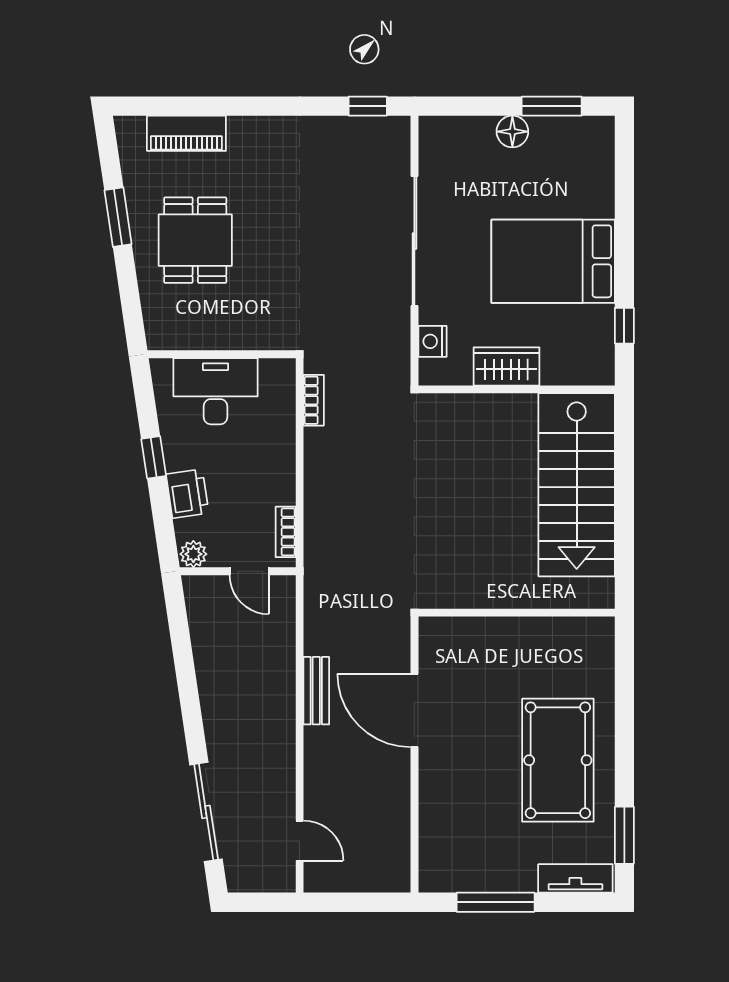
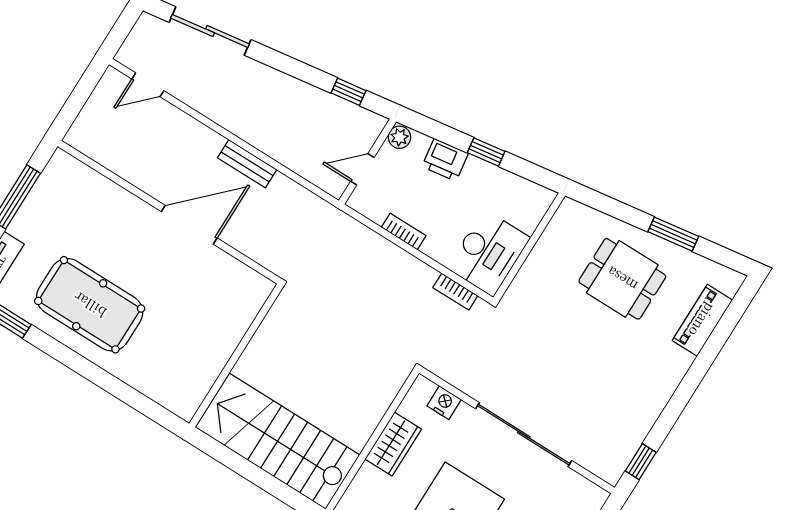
desk: (216, 391) -> (489, 253), moved
bookcase: (286, 532) -> (404, 232), moved
wall: (517, 613) -> (236, 356), moved
window: (180, 634) -> (349, 92), added

